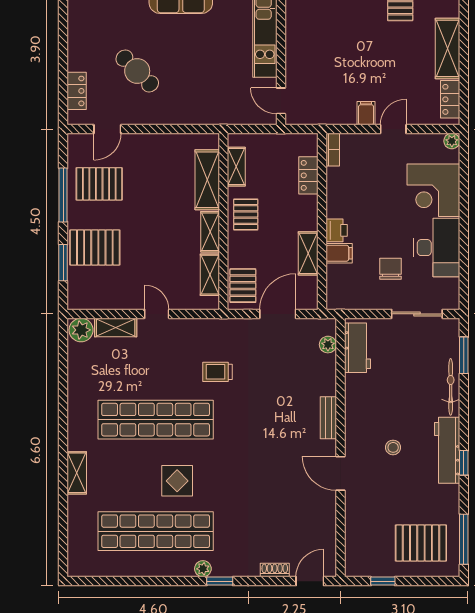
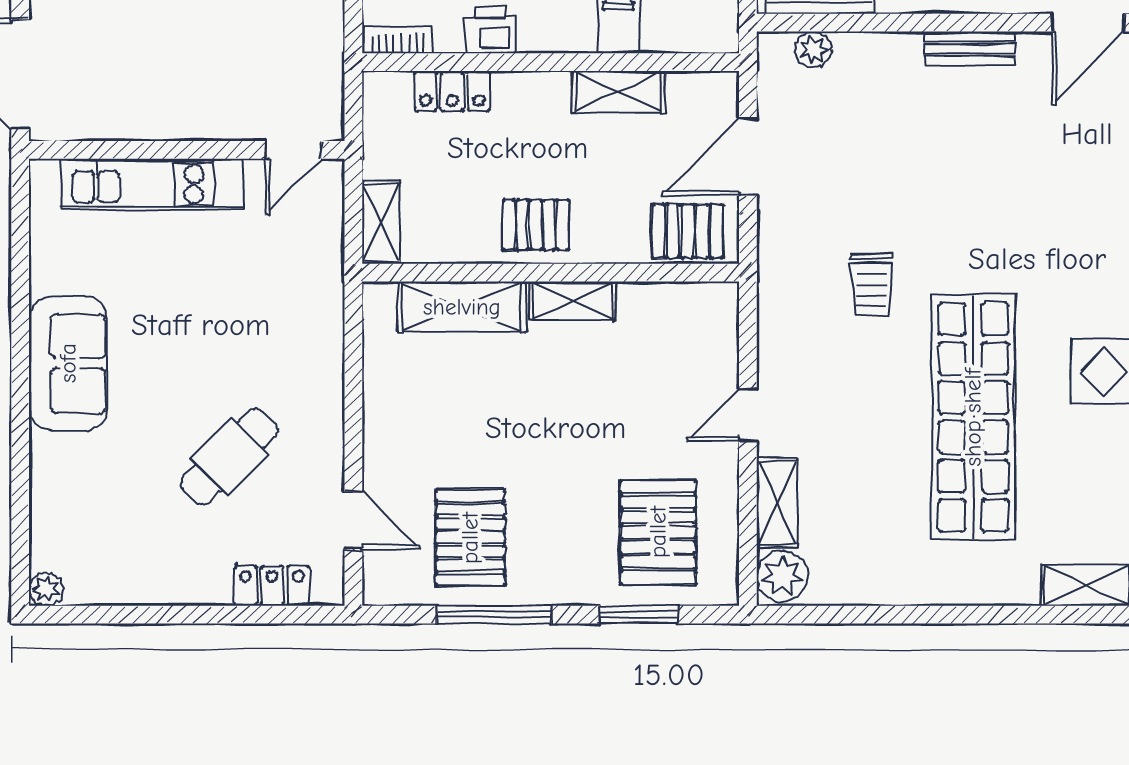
shelving: (236, 167) -> (381, 222), moved, turned 90
printer: (337, 230) -> (491, 31), moved
pallet: (95, 247) -> (658, 532), moved
shelving: (210, 275) -> (664, 301), removed
door: (278, 314) -> (748, 157), hinge flipped

